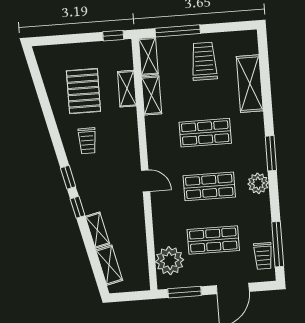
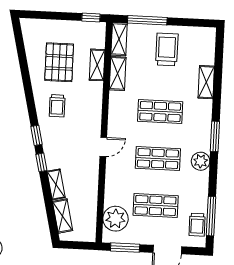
shelving: (250, 84) -> (206, 82), width x0.67, depth x0.75
door: (146, 181) -> (103, 147), hinge flipped

